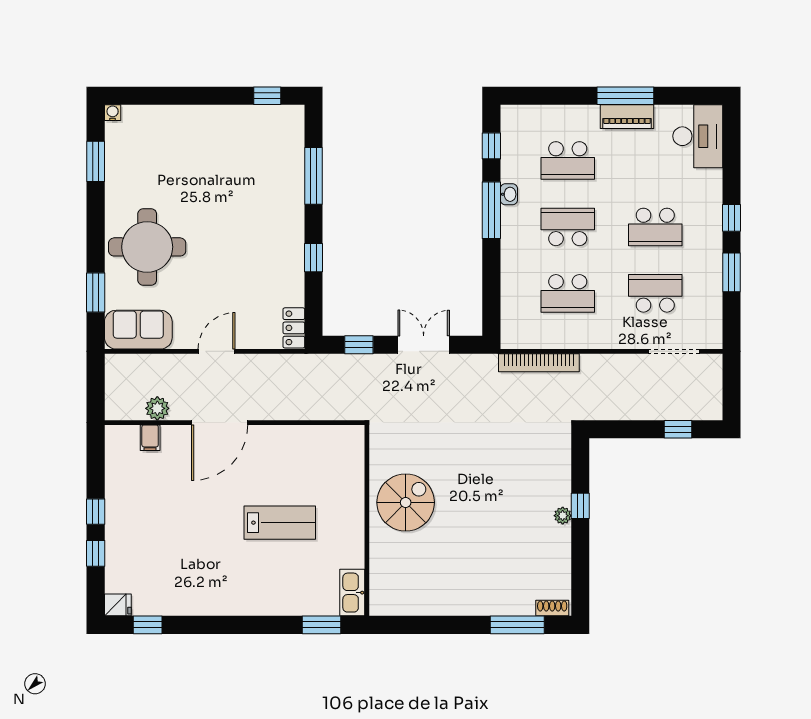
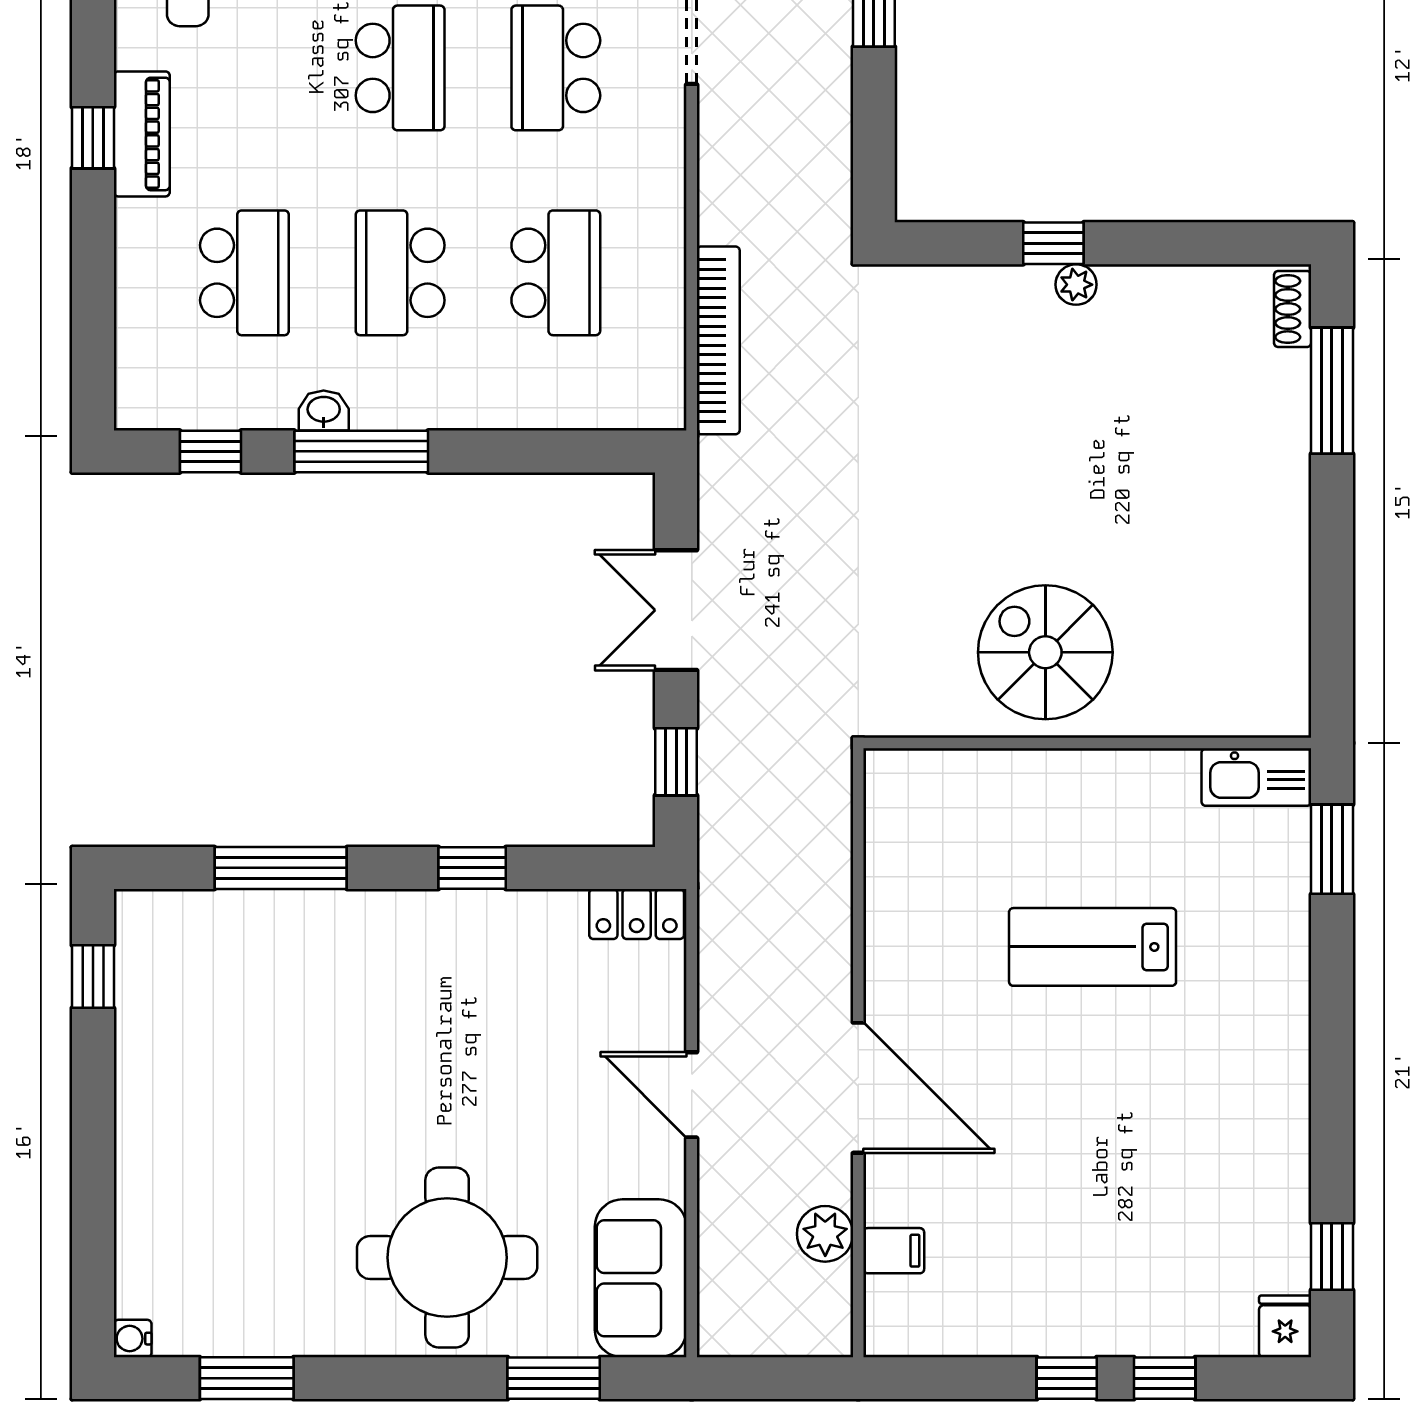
window: (625, 96) -> (93, 138), width x0.46
lab bench: (280, 523) -> (1093, 947), turned -90

